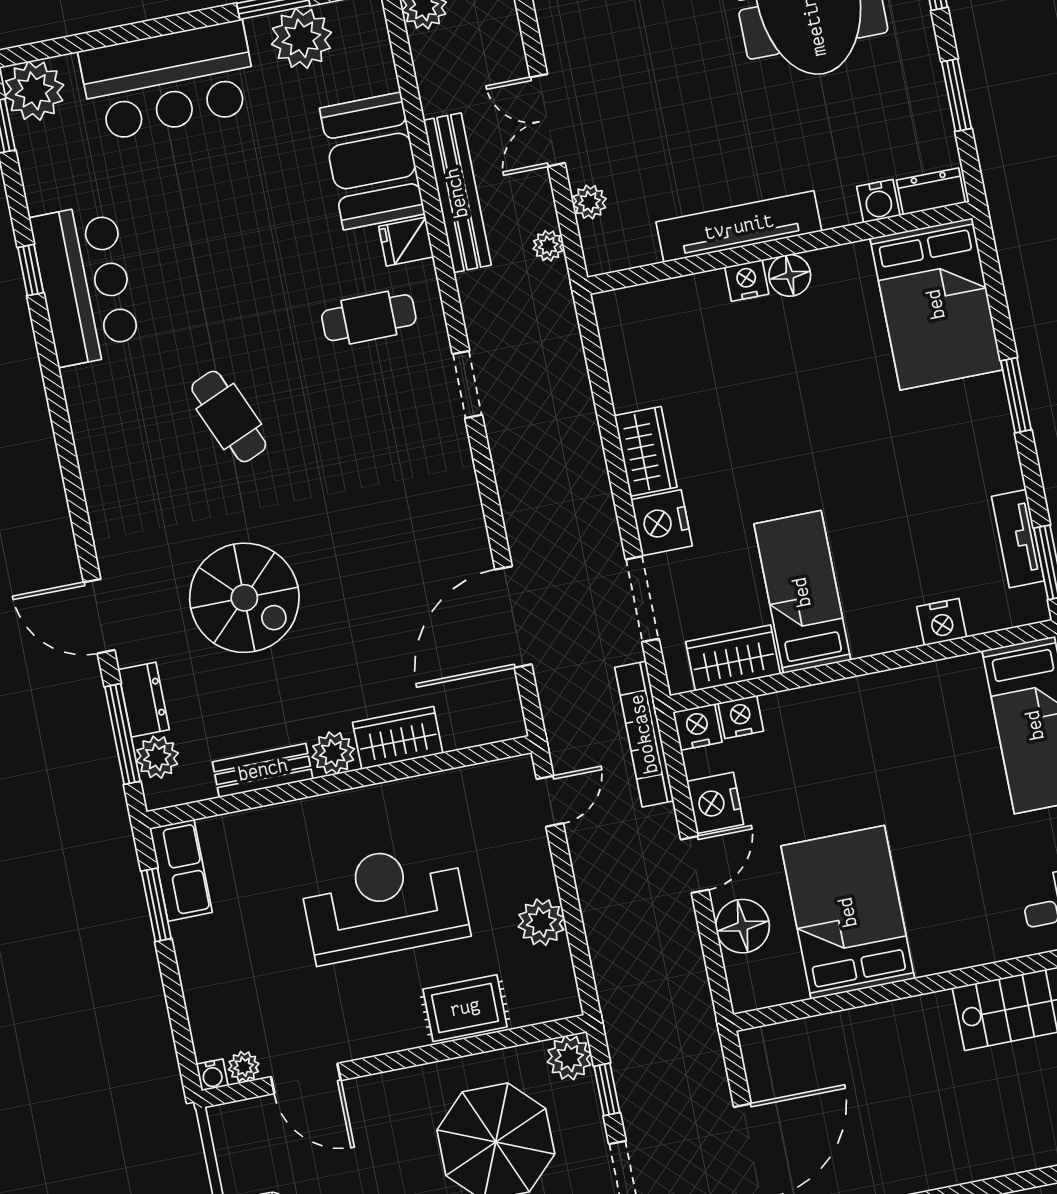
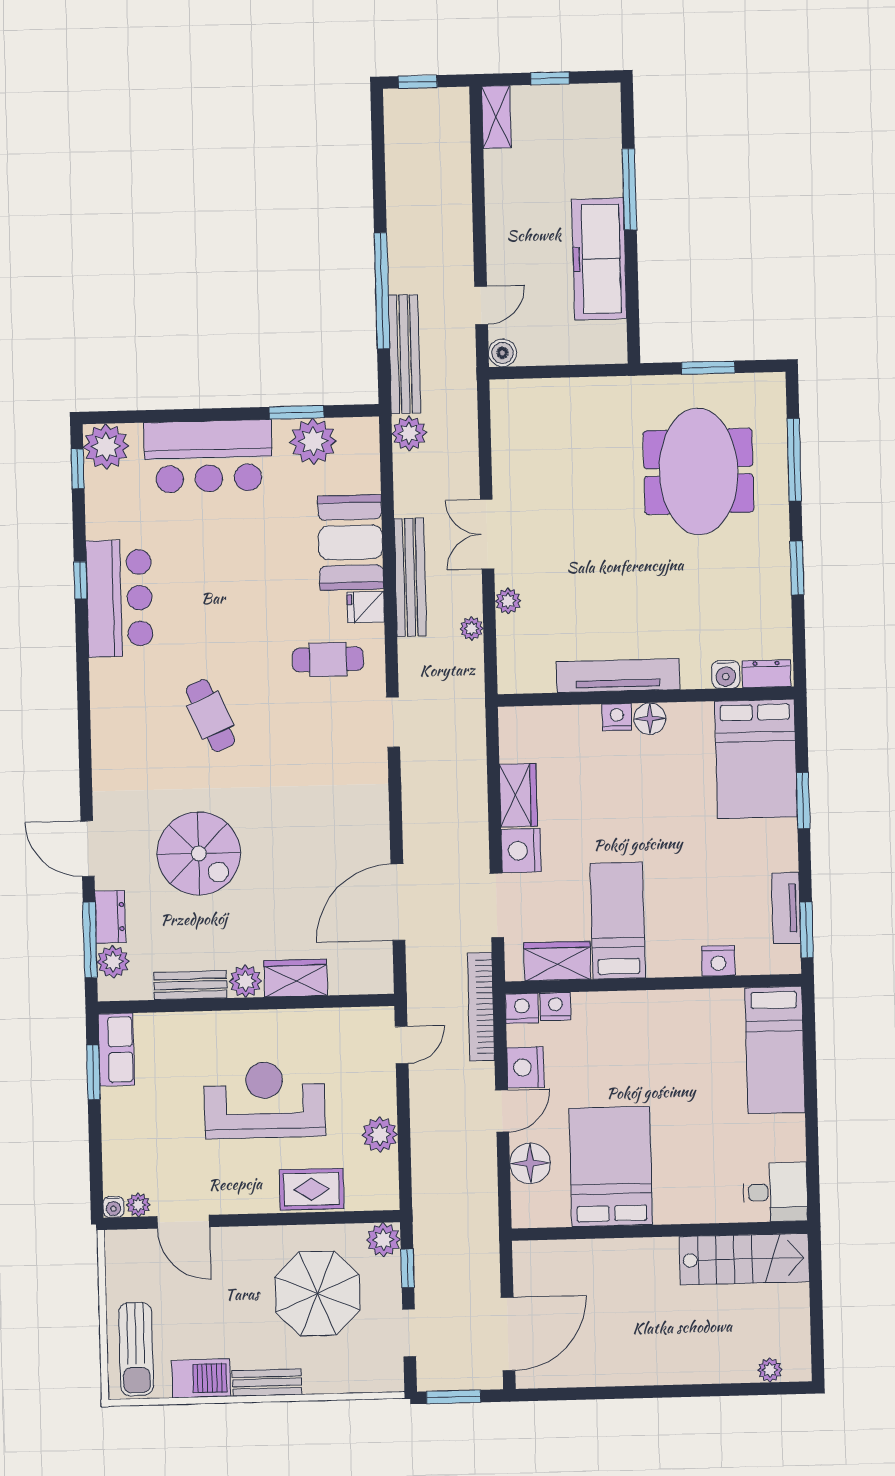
dresser: (931, 191) -> (766, 674), moved
water cooler: (878, 201) -> (726, 674), moved
tv unit: (739, 227) -> (618, 676), moved
wall: (780, 248) -> (646, 697), moved
floor lamp: (790, 275) -> (650, 719), moved
nightstand: (747, 281) -> (617, 717), moved
bed: (936, 304) -> (756, 759), moved

